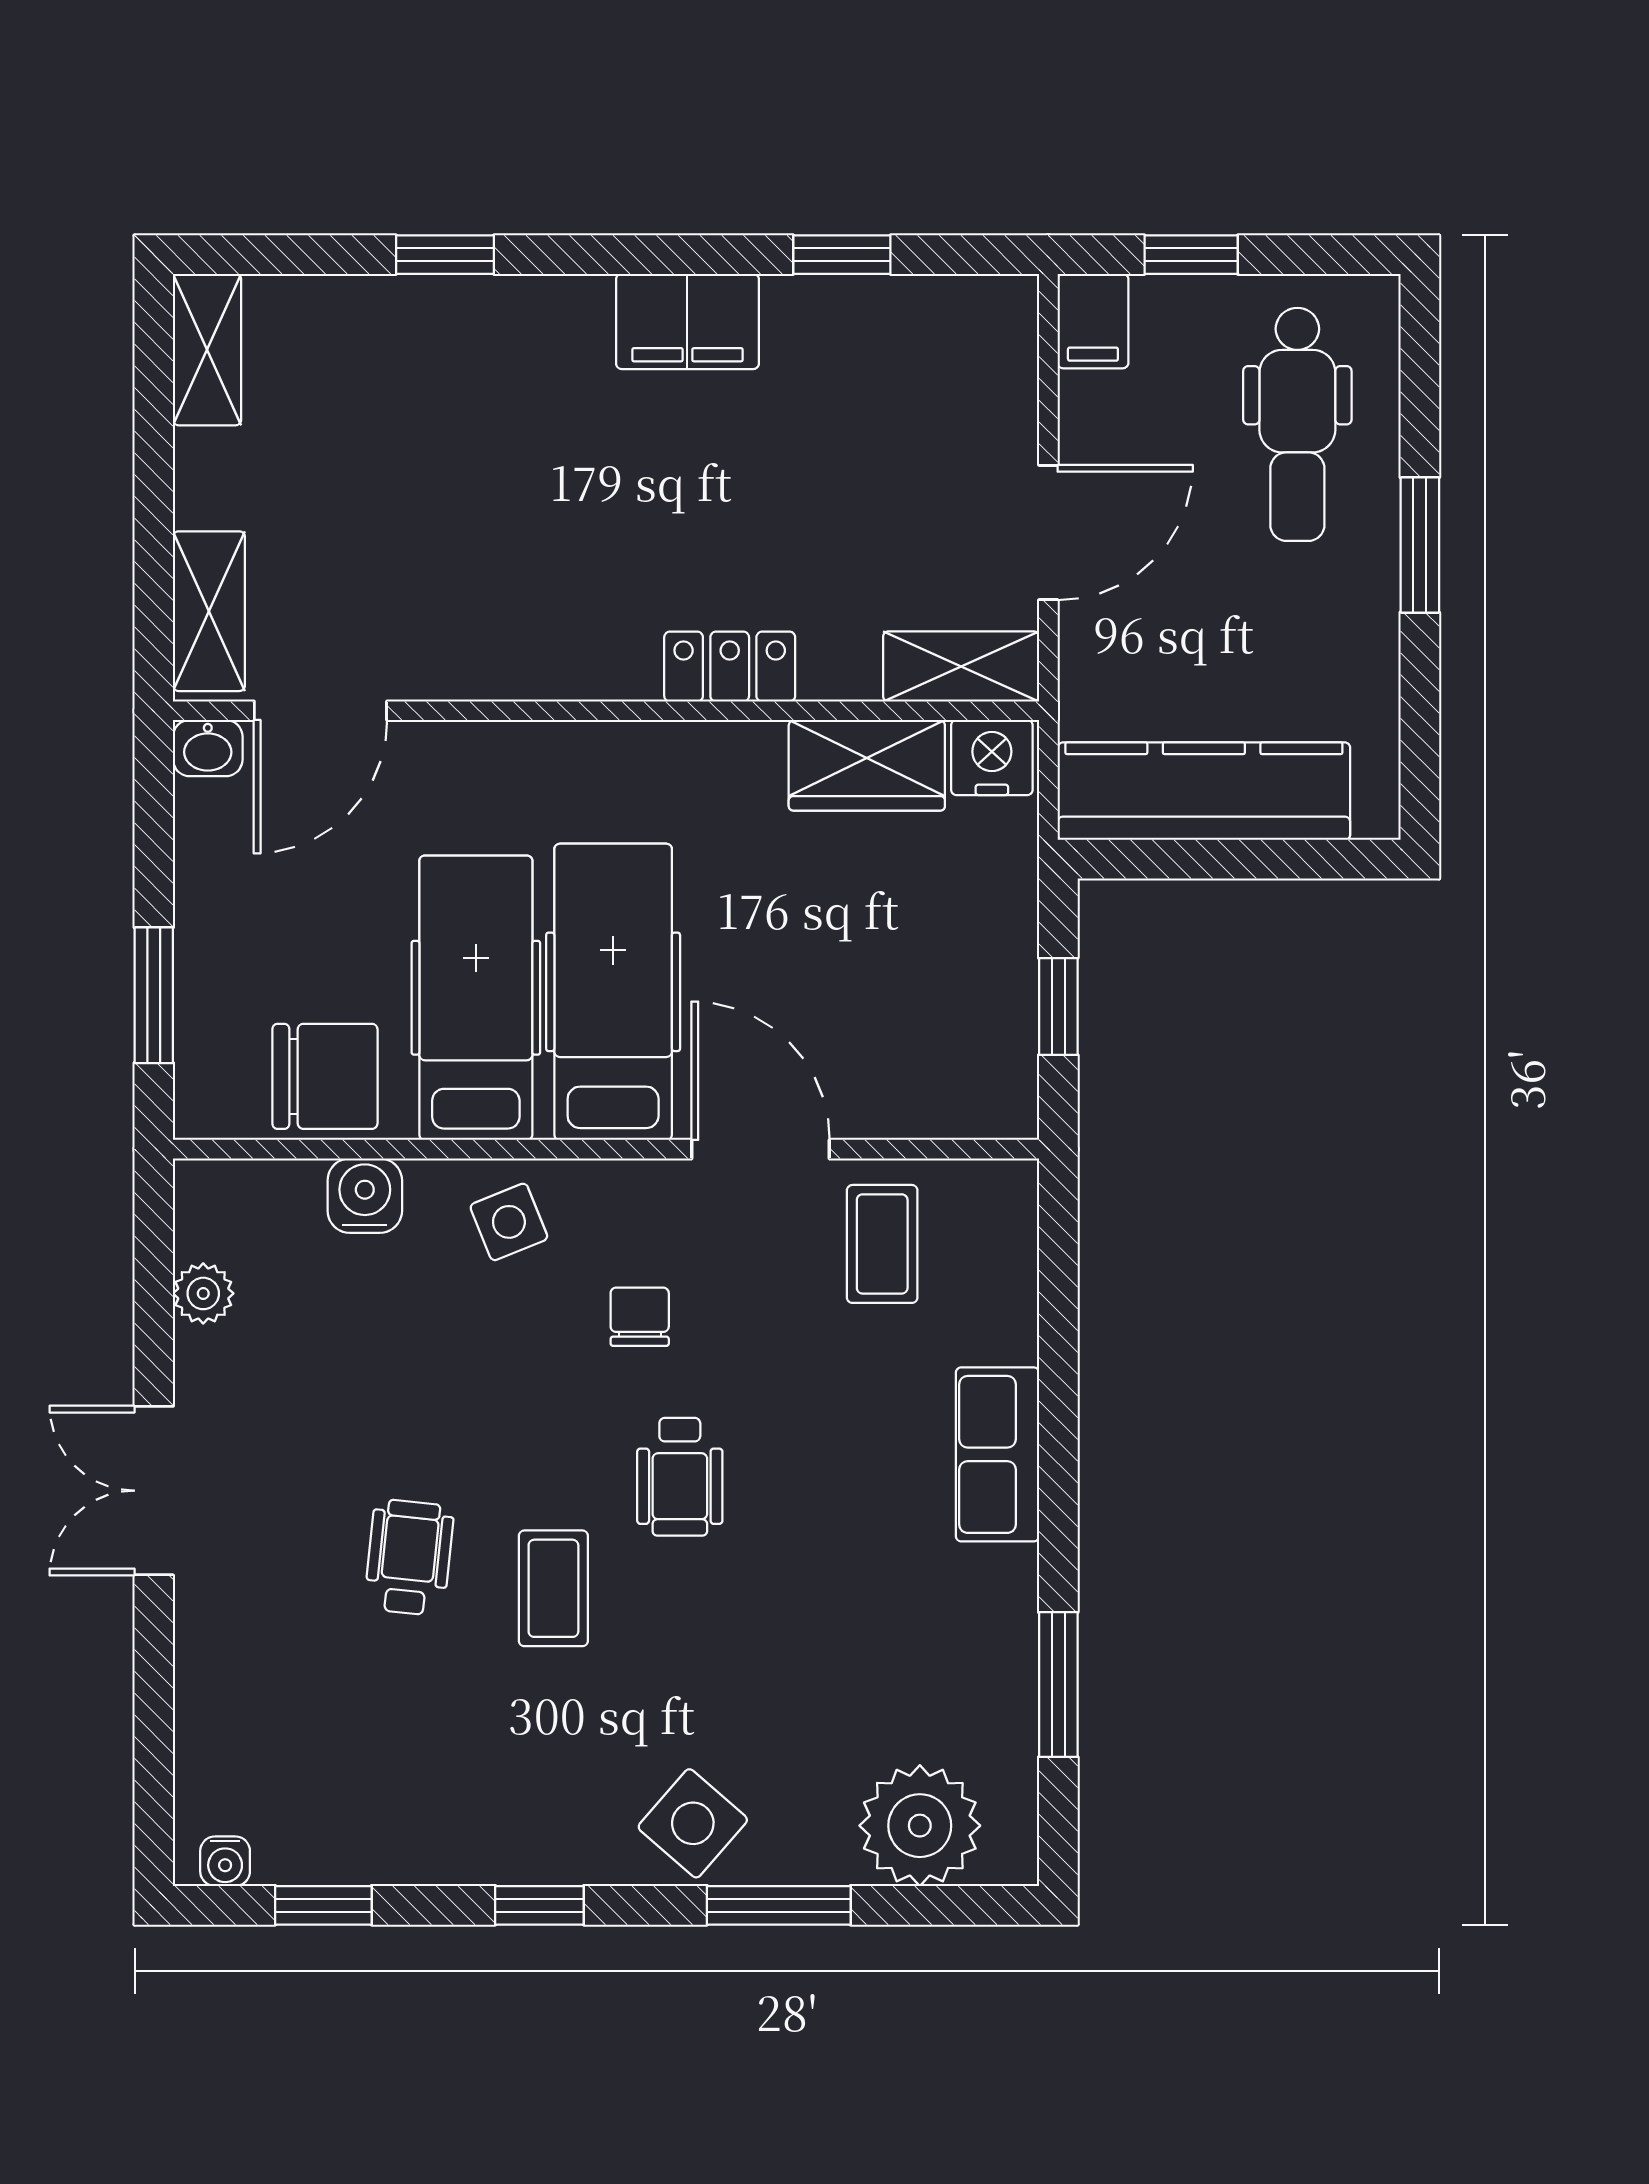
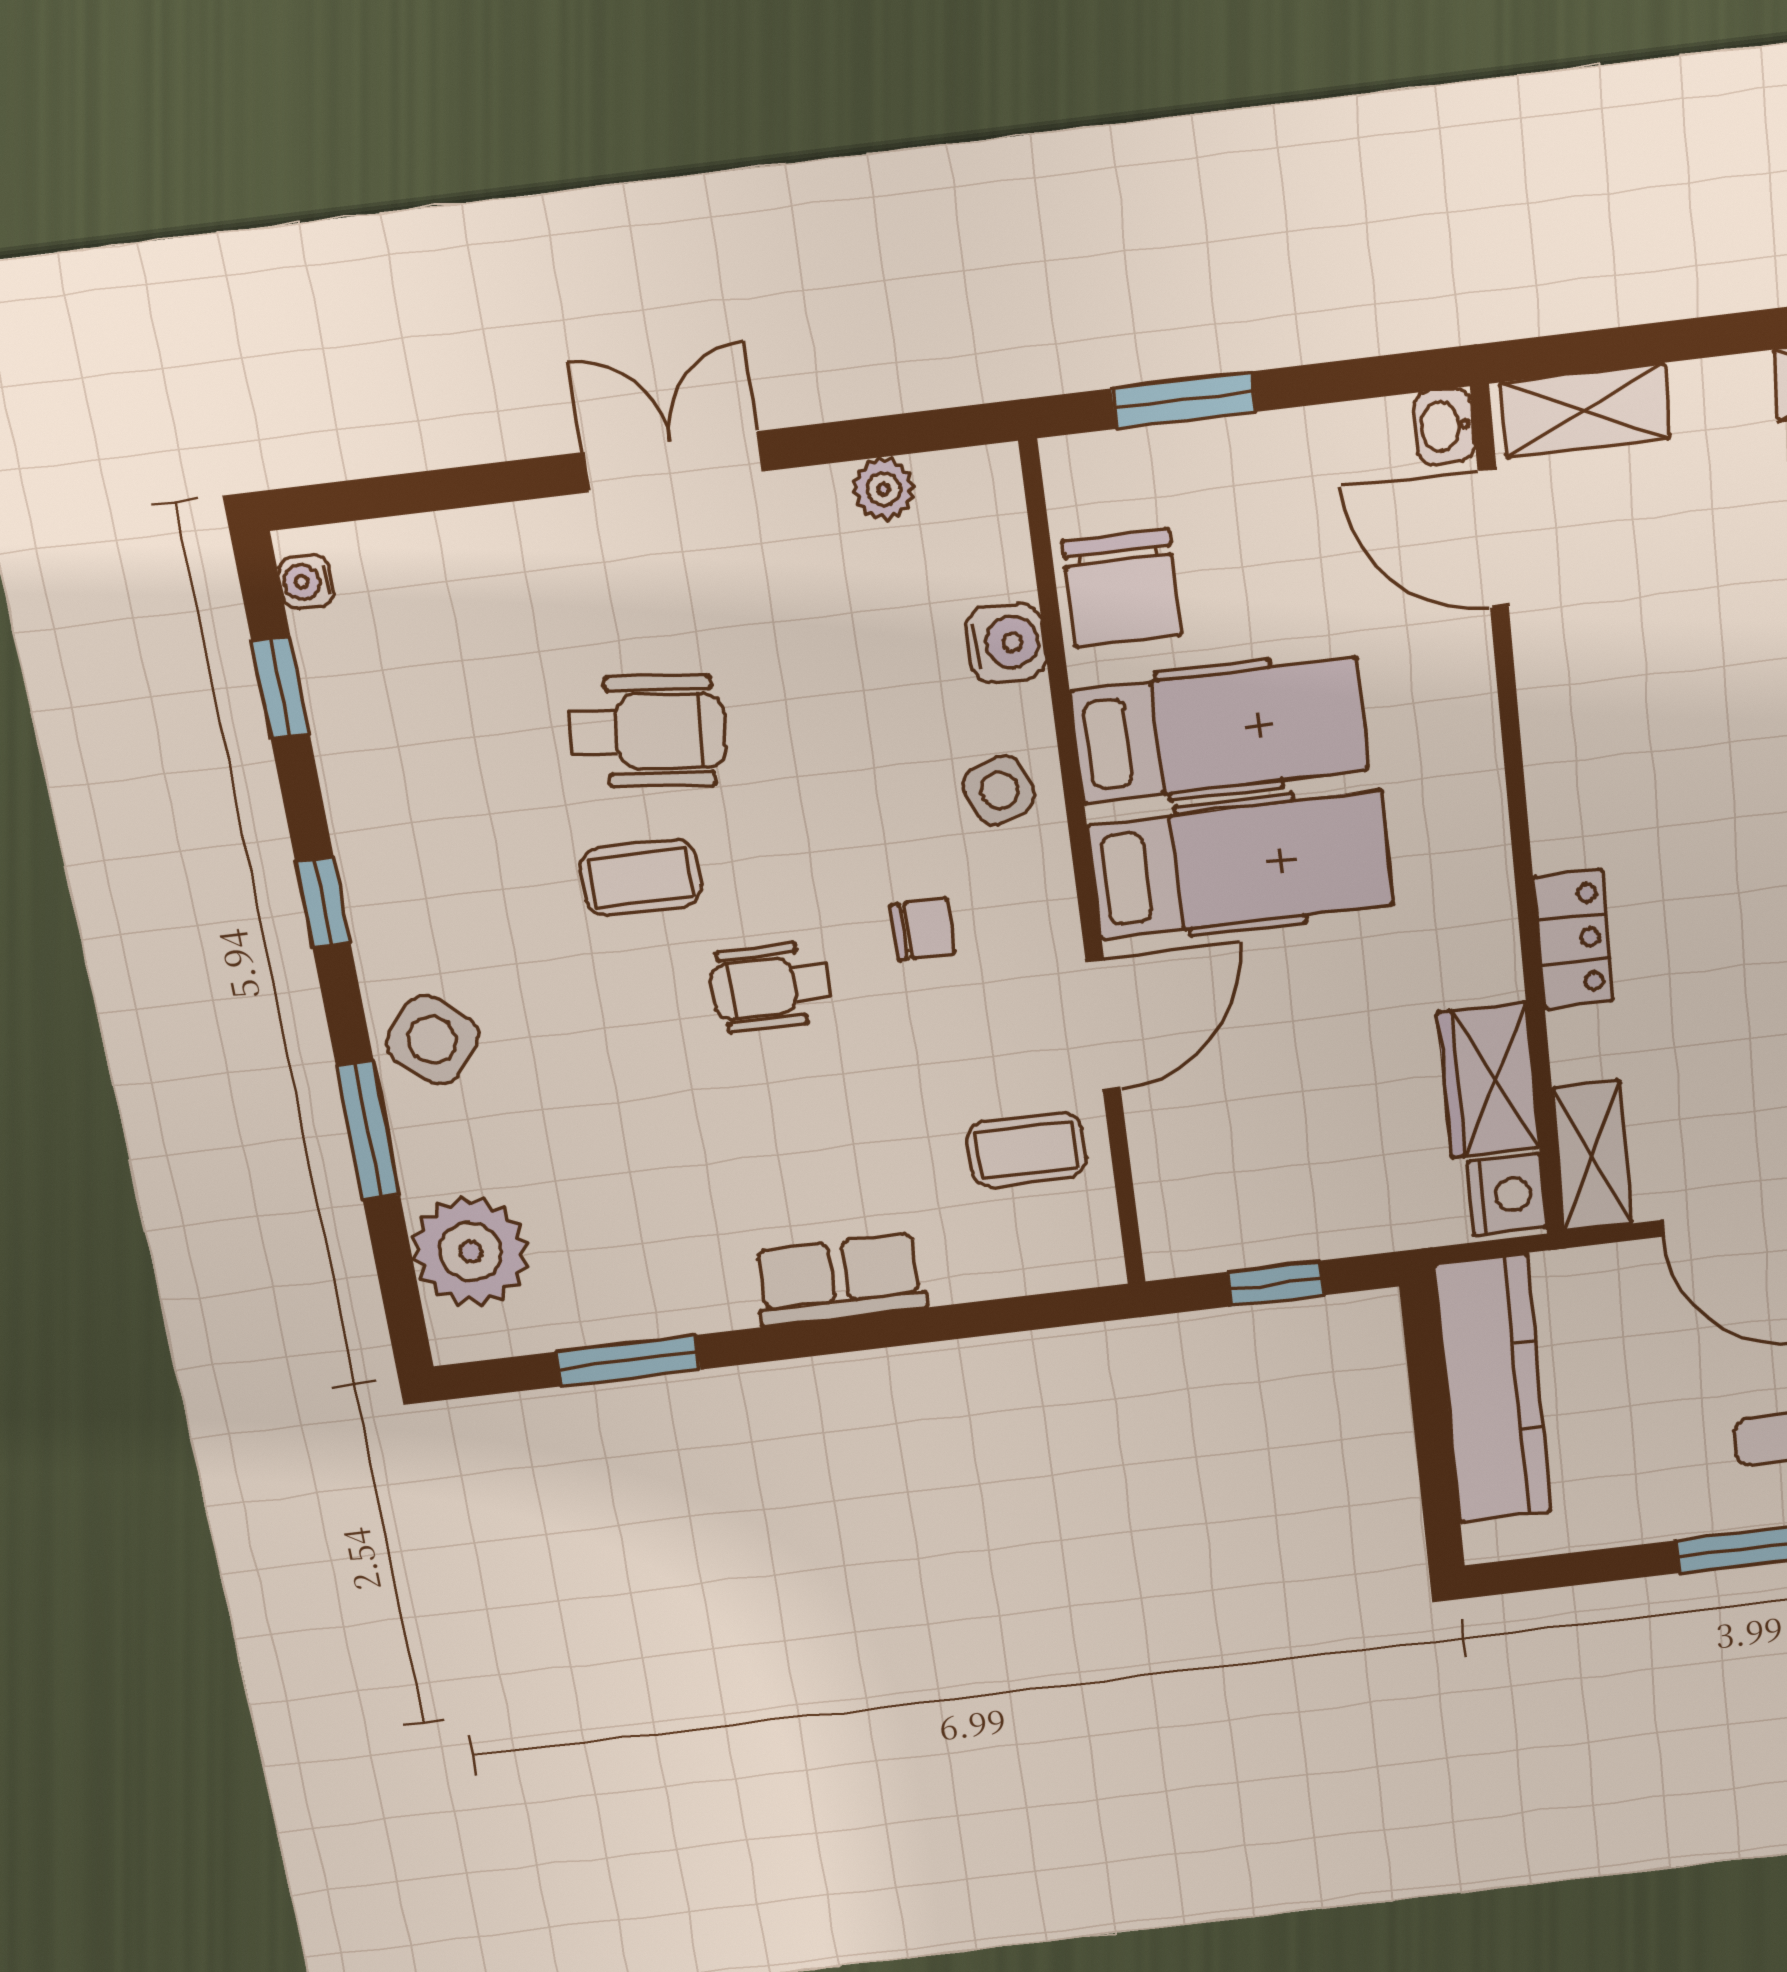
wheelchair: (409, 1557) -> (648, 732), width x1.36, depth x1.37

